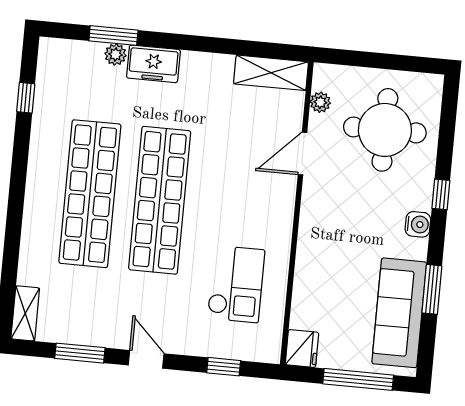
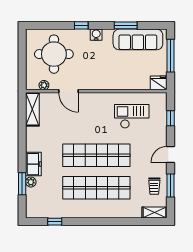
trolley: (82, 318) -> (154, 186), added

